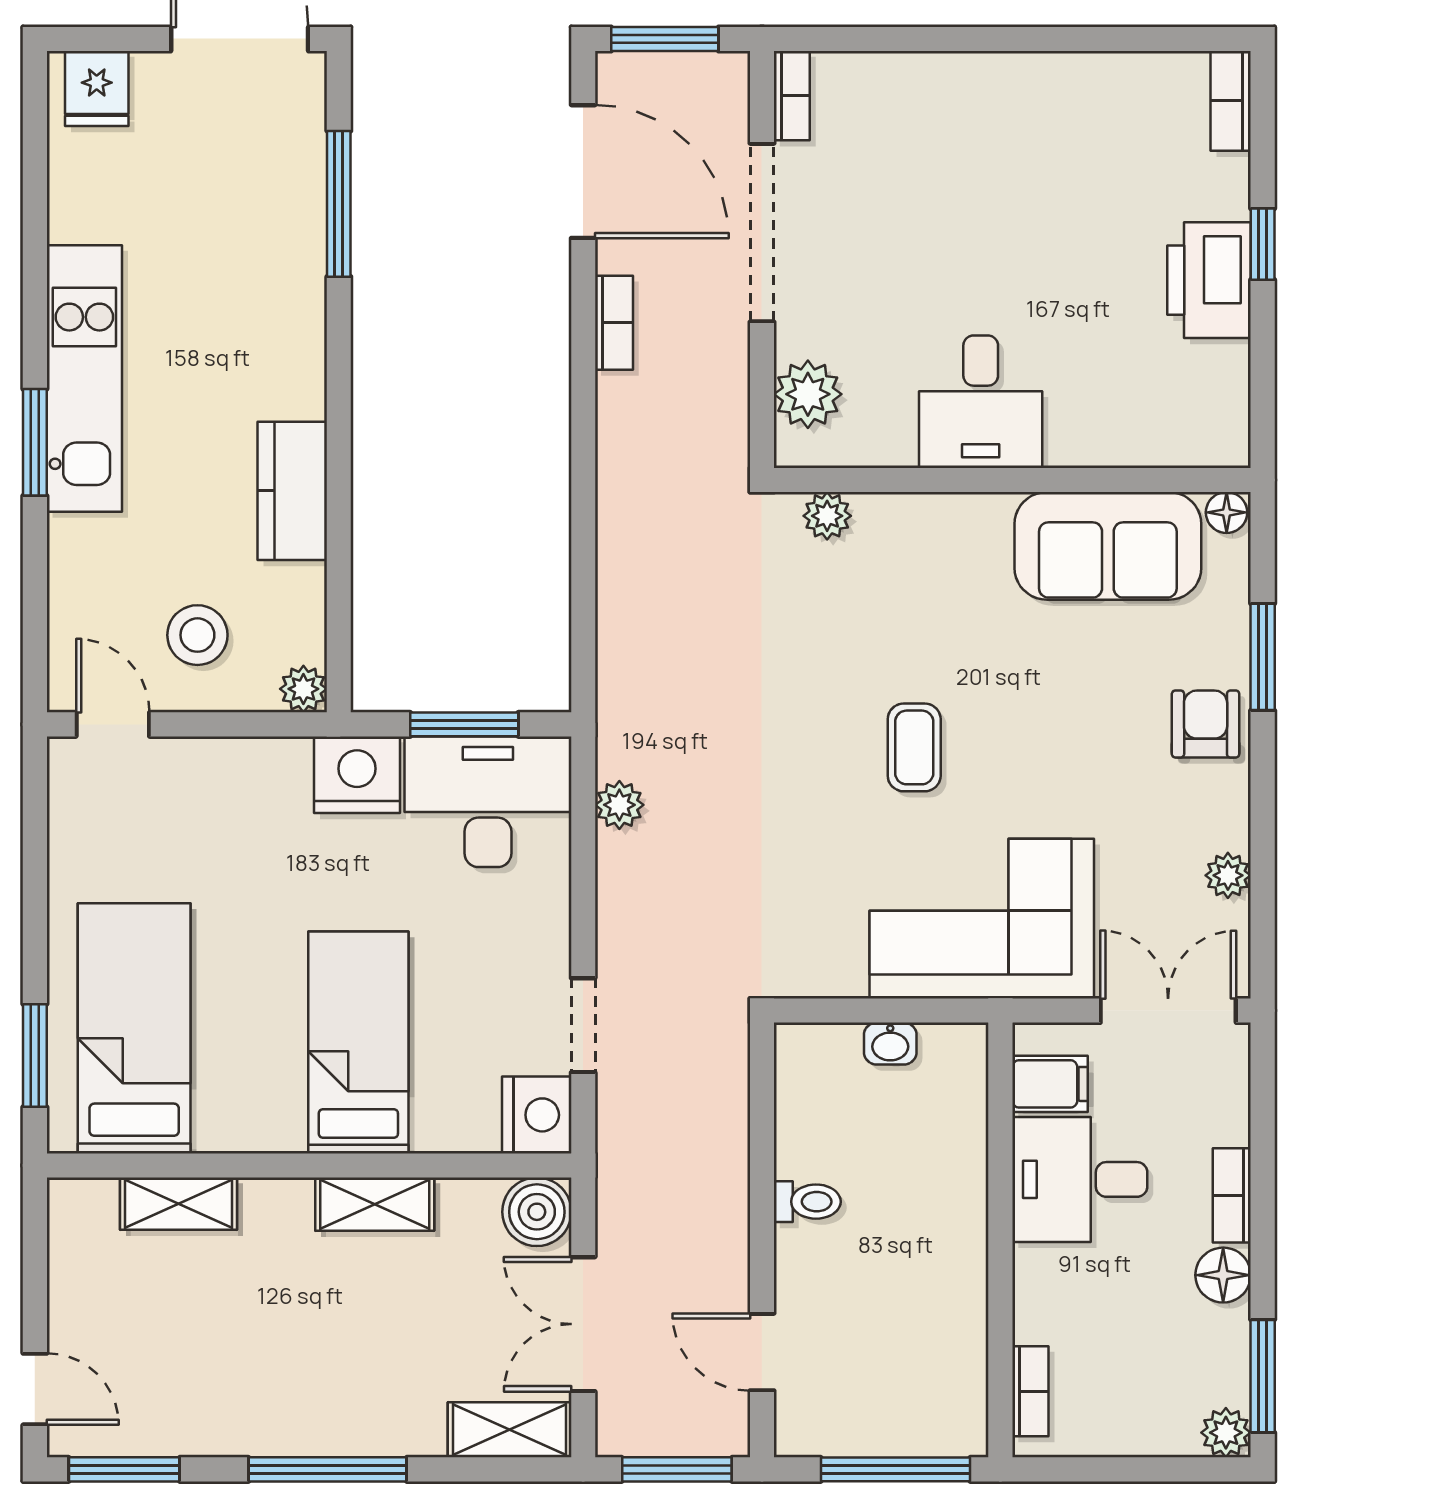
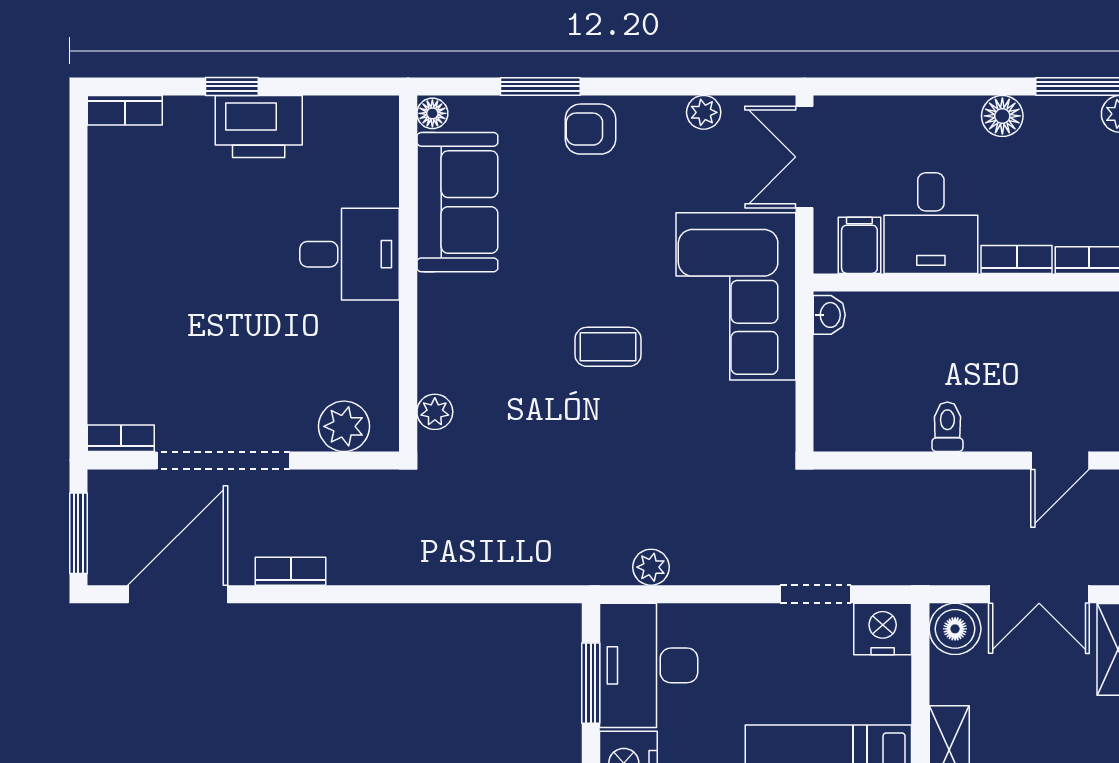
desk: (981, 402) -> (350, 254), moved
washbasin: (890, 1044) -> (829, 315), moved
bookcase: (1232, 1195) -> (1017, 259), moved, turned 180

